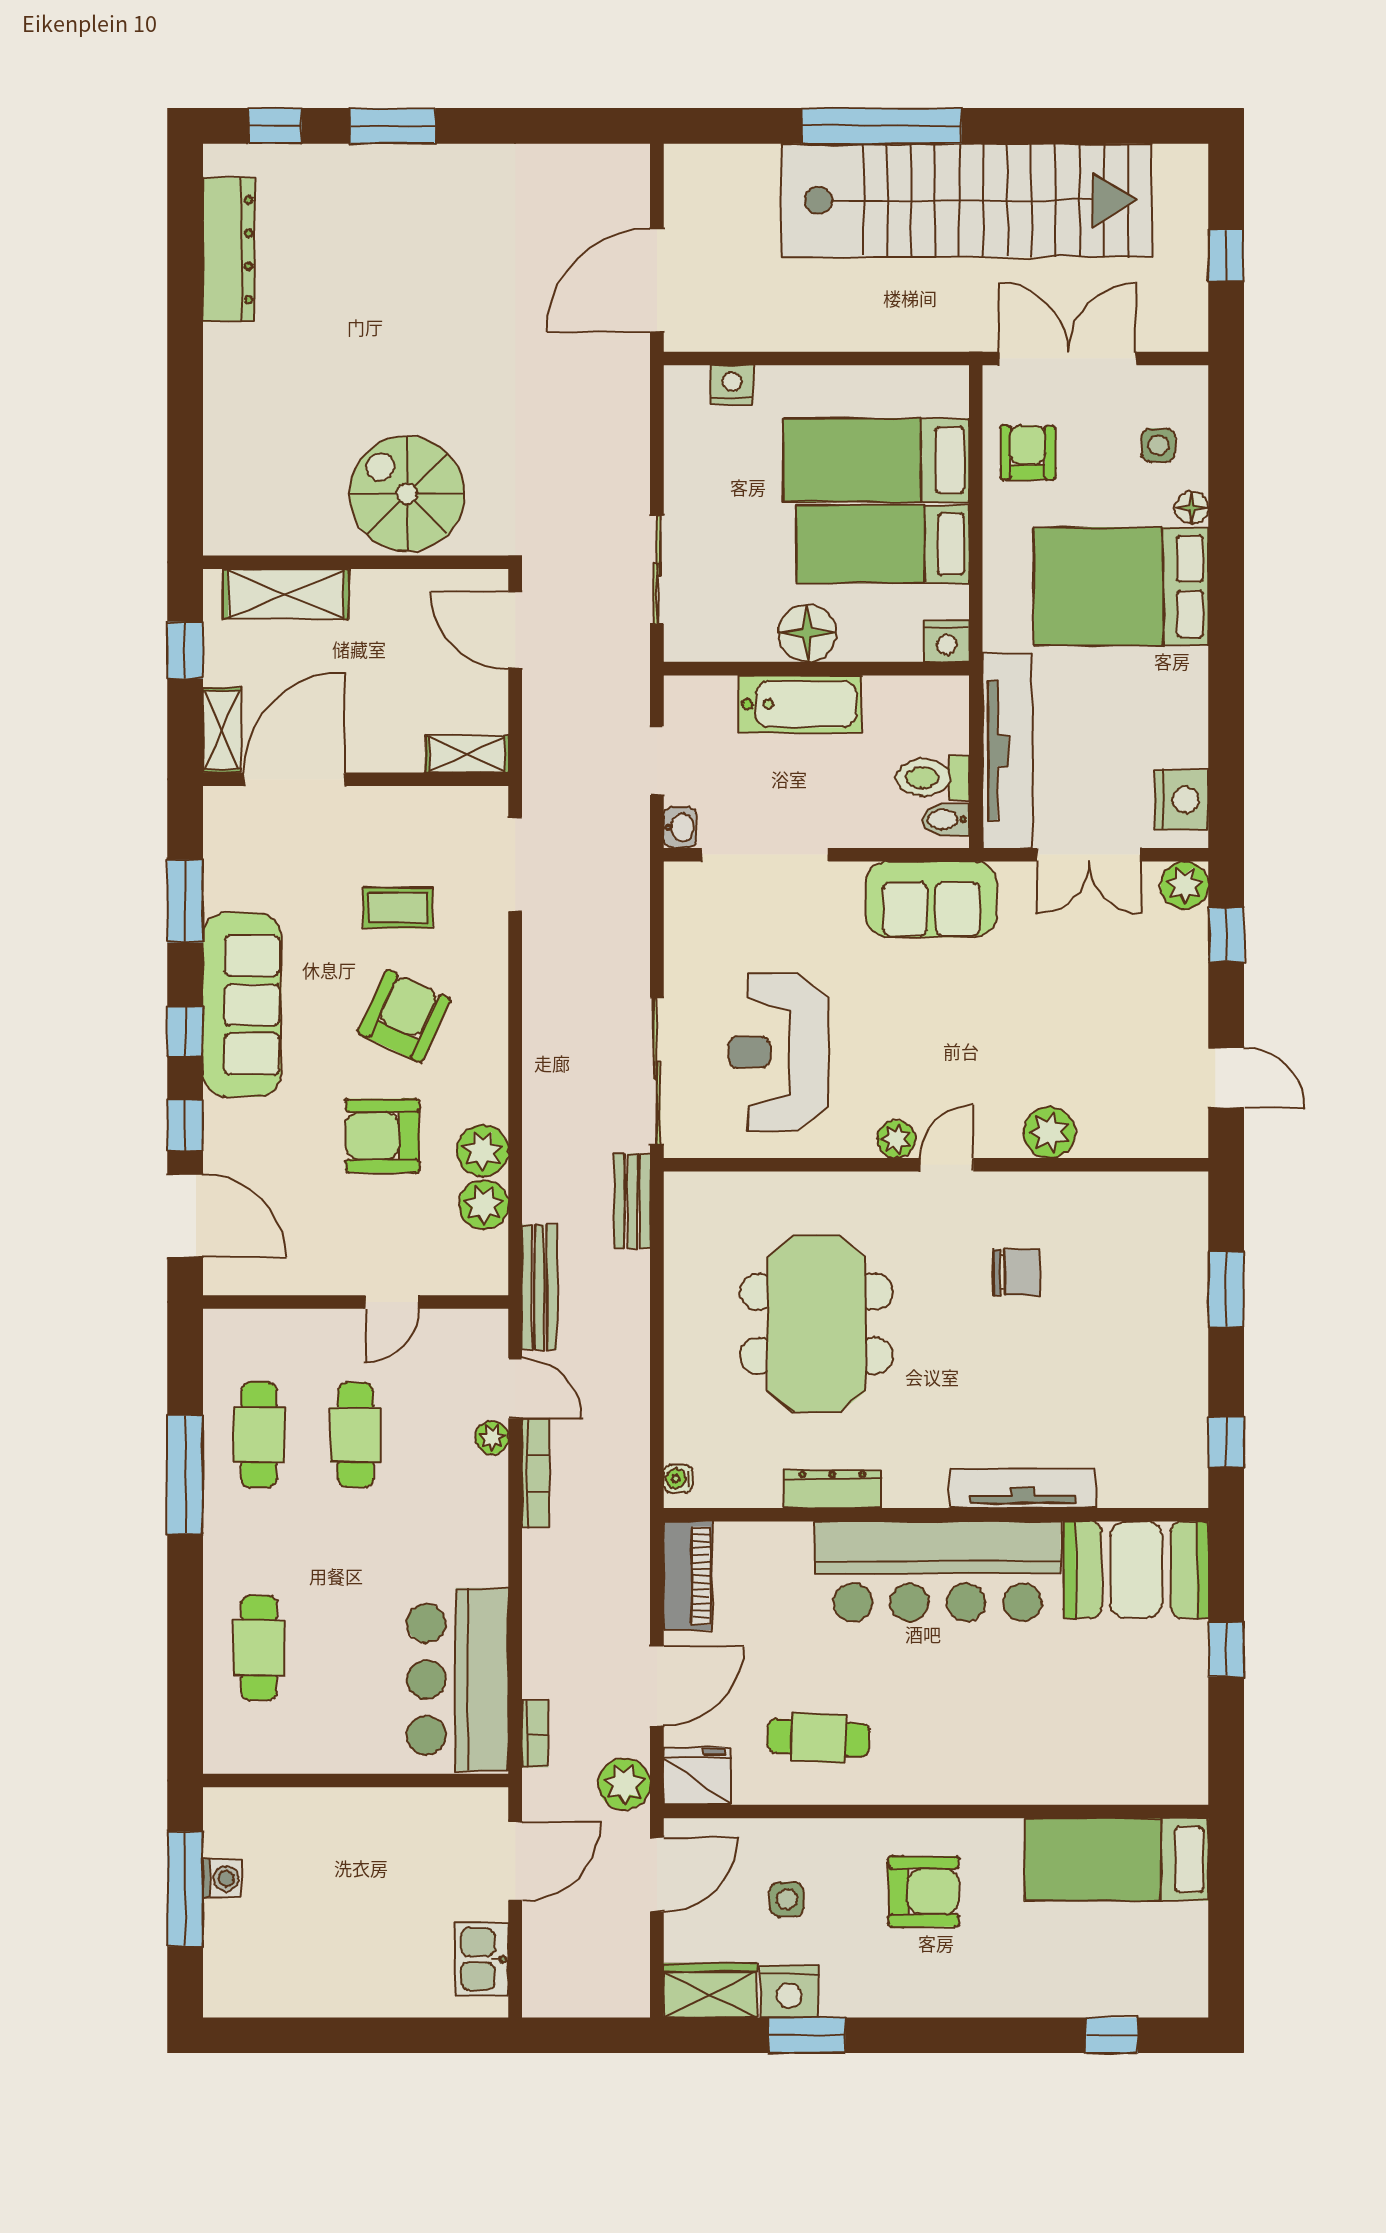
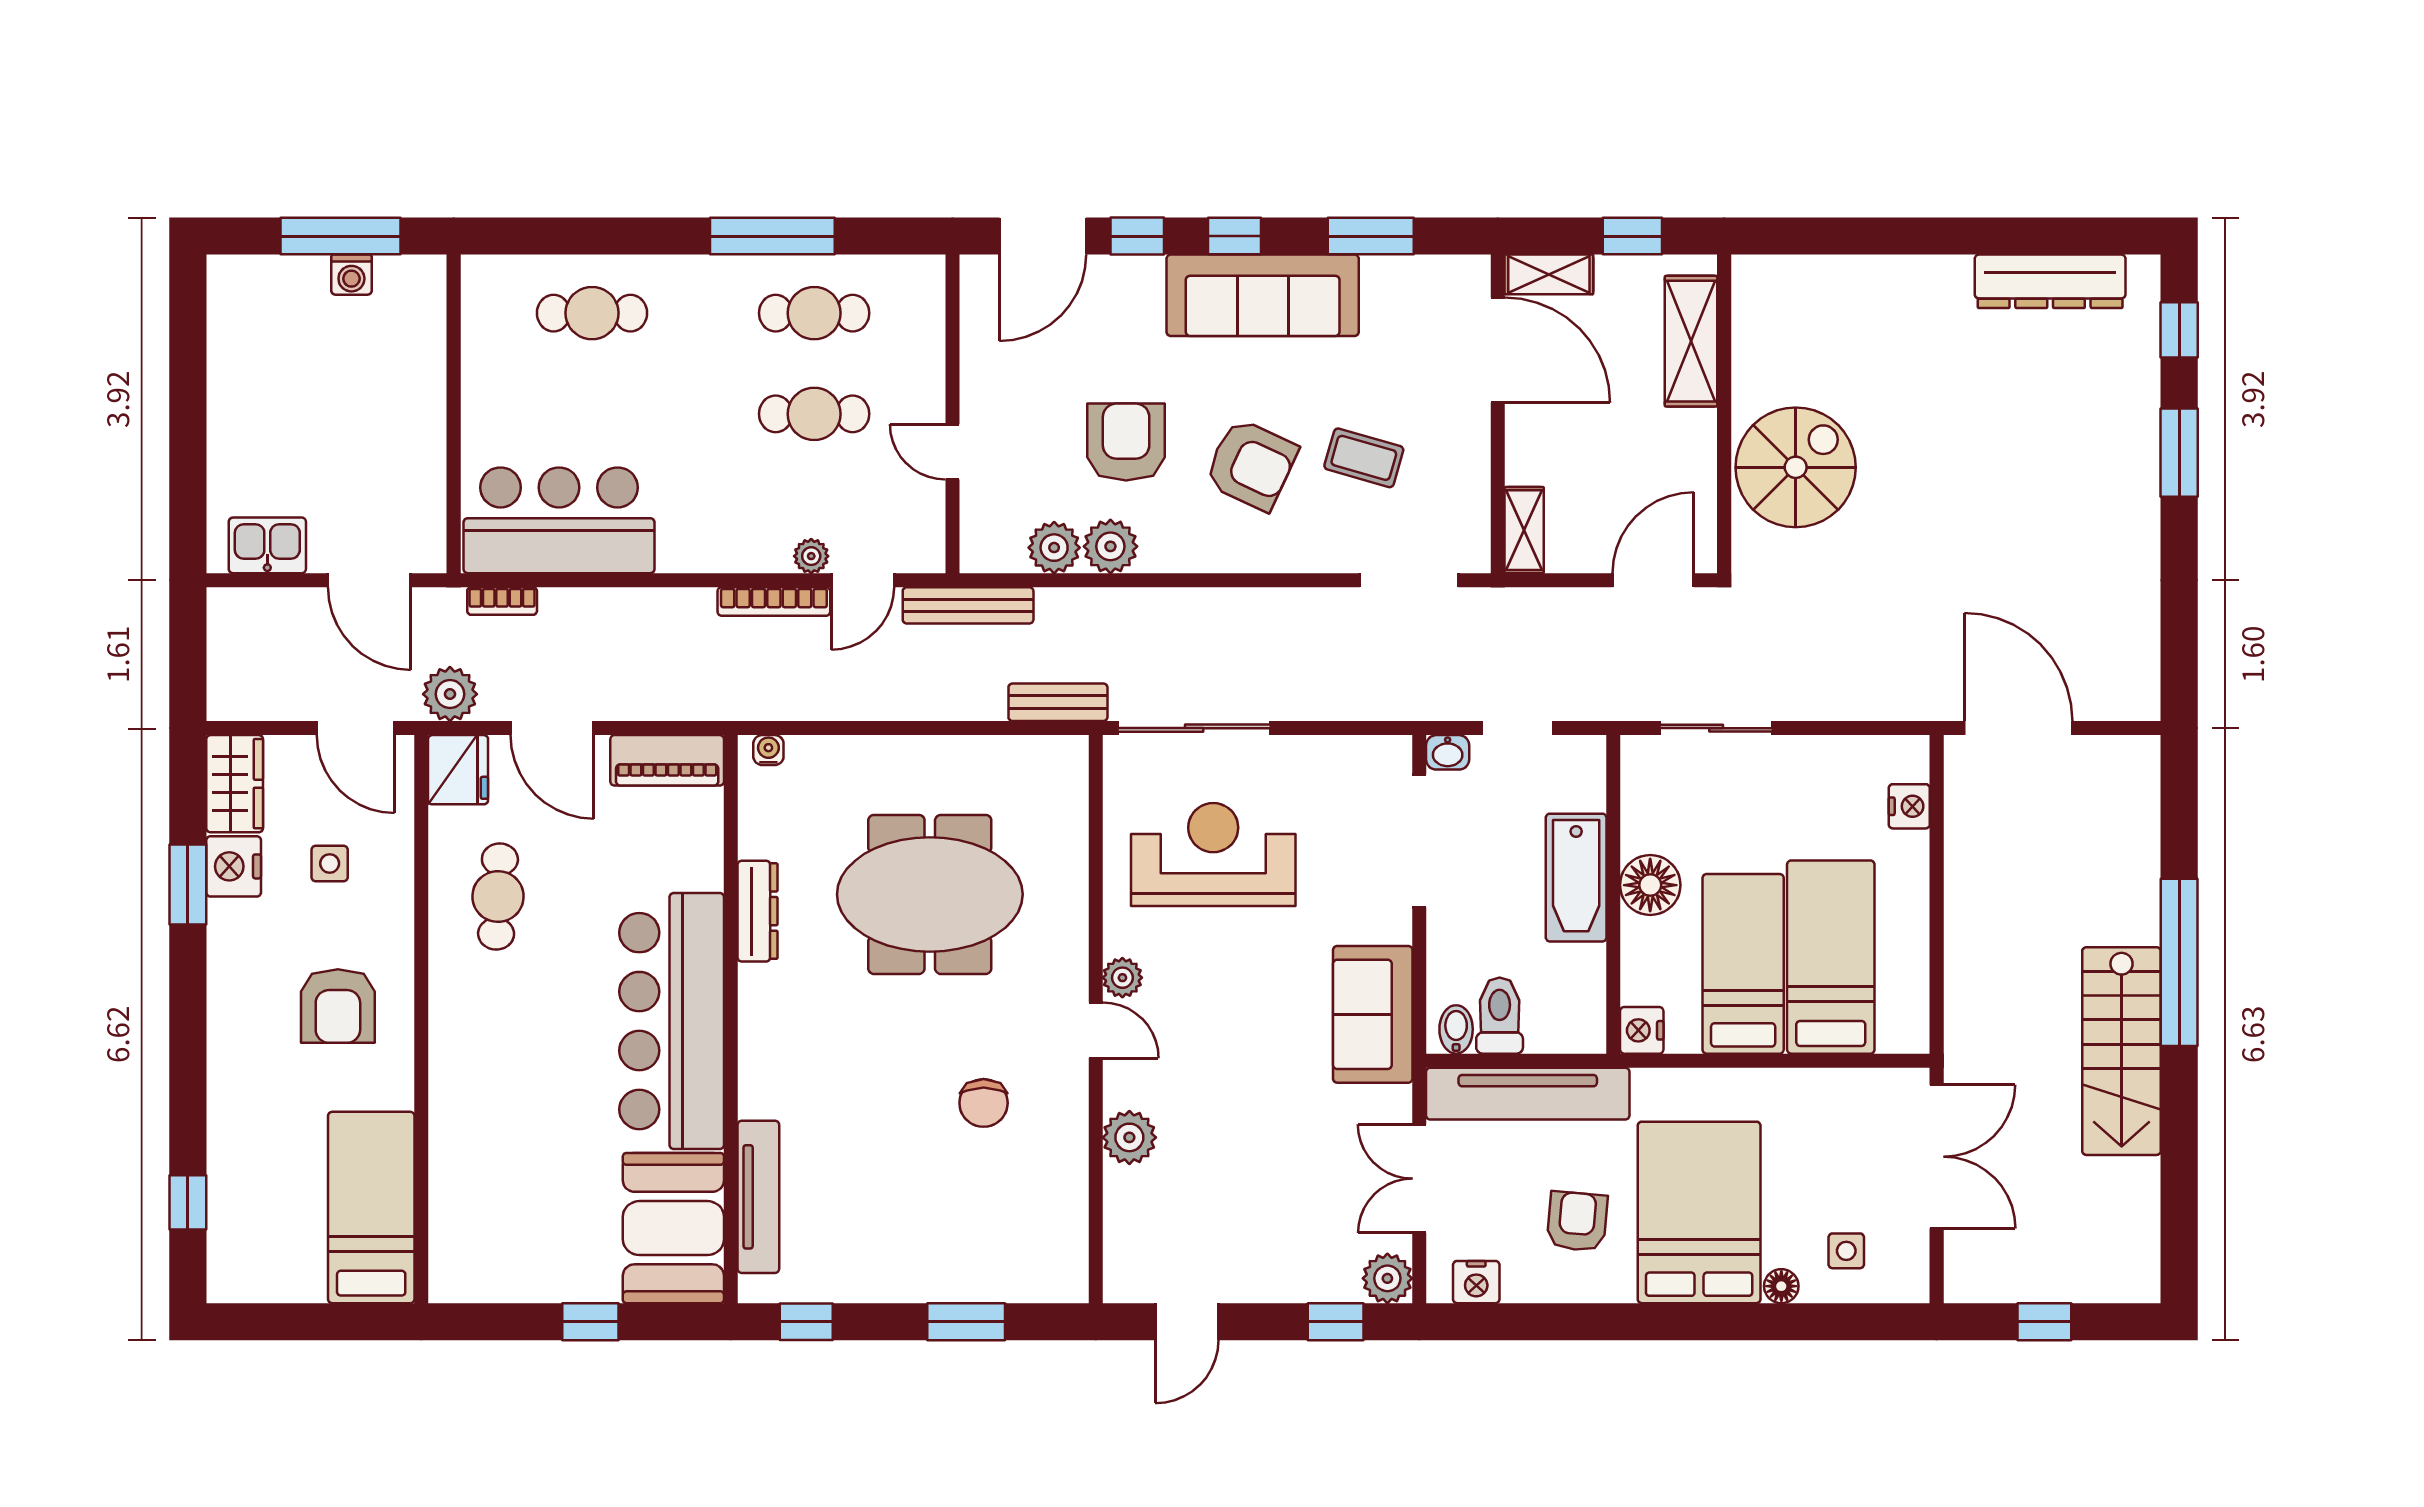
stairs: (967, 200) -> (2122, 1051), width x0.54, depth x0.66
armchair: (1028, 453) -> (1577, 1221), moved, turned -85
nightstand: (1181, 800) -> (1476, 1282), width x0.74, depth x0.75
coffee table: (398, 908) -> (1364, 458), turned -74
tv unit: (1023, 1488) -> (758, 1197), moved

